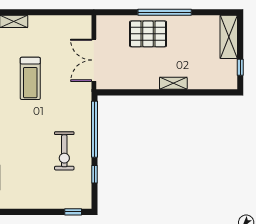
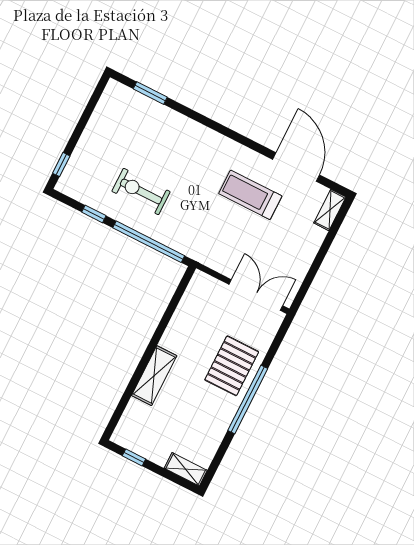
shelving: (229, 37) -> (186, 469), width x0.67, depth x0.75
double door: (94, 60) -> (256, 295), moved
shelving: (173, 83) -> (154, 376), width x1.50, depth x1.33

